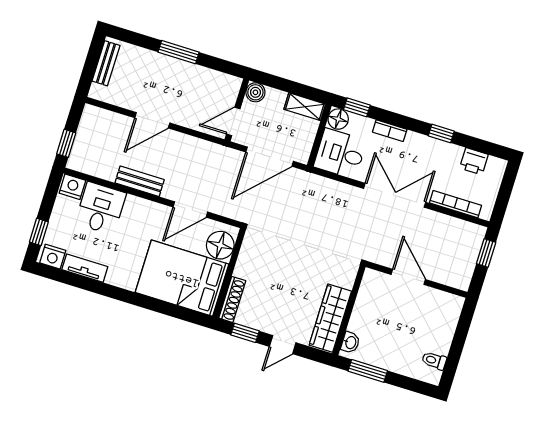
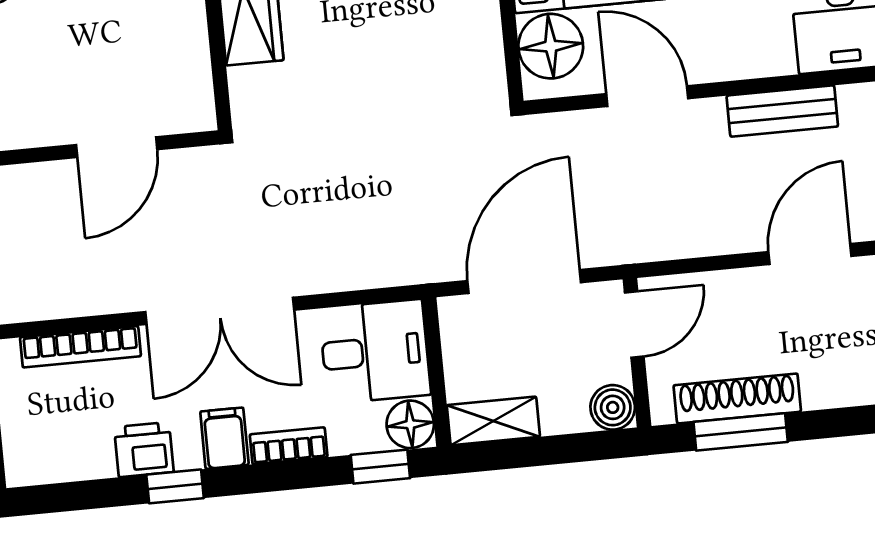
window: (179, 52) -> (741, 432), moved
shoe rack: (205, 75) -> (737, 398), added
filing cabinet: (414, 144) -> (224, 438), added
printer: (474, 161) -> (144, 450), moved
door: (190, 210) -> (647, 96), hinge flipped
door: (408, 277) -> (117, 147), hinge flipped

